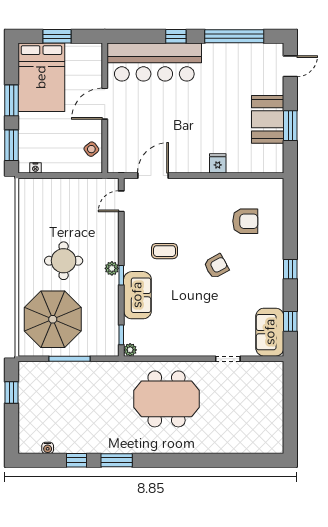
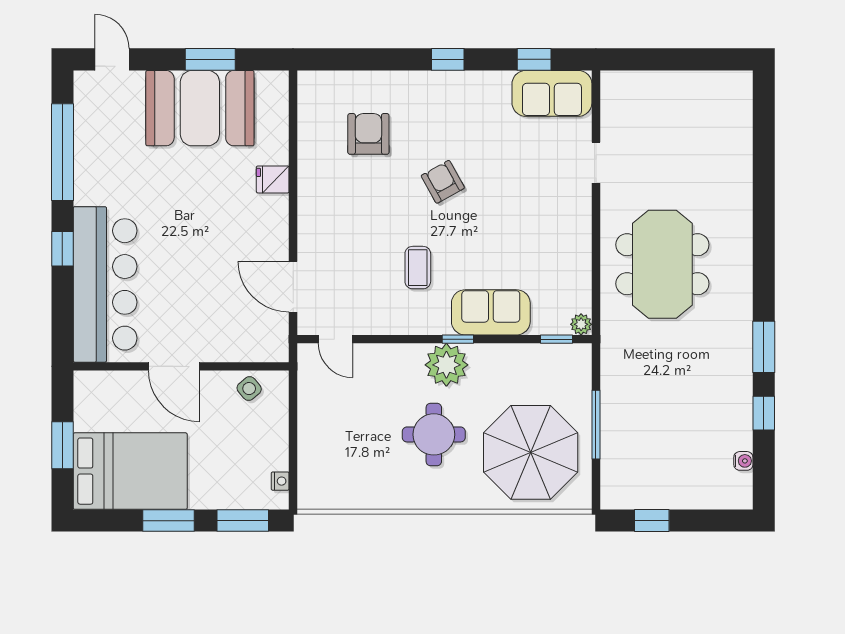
booth: (268, 119) -> (200, 108), width x1.36, depth x1.42
plant: (112, 268) -> (446, 365), width x1.88, depth x1.88

